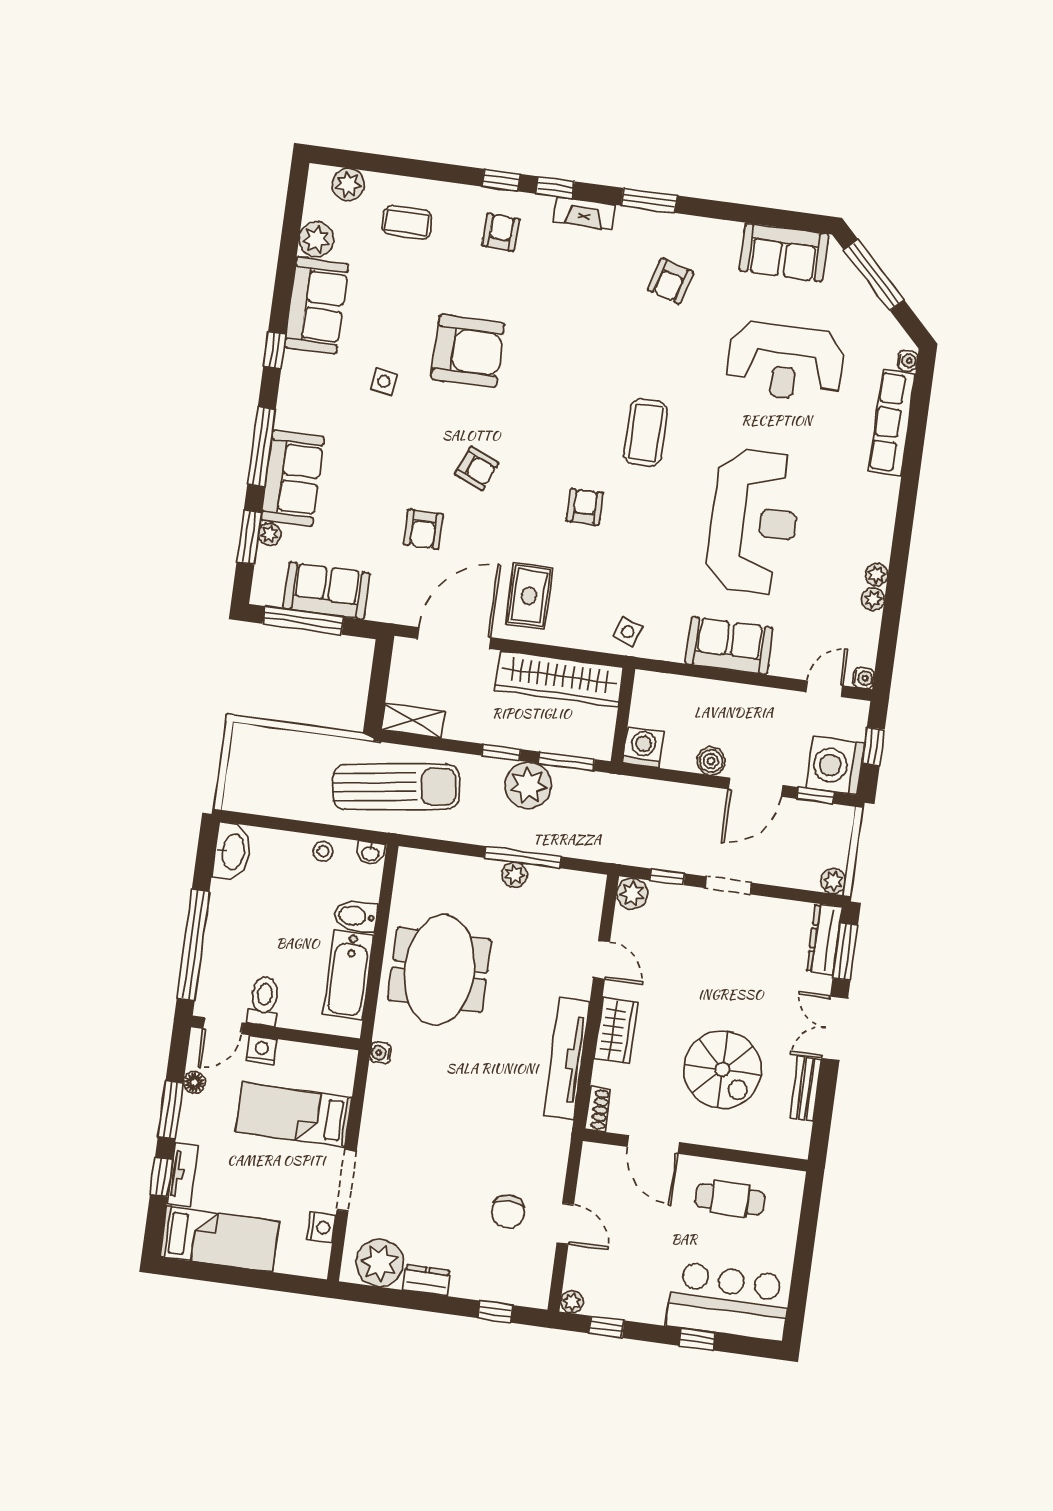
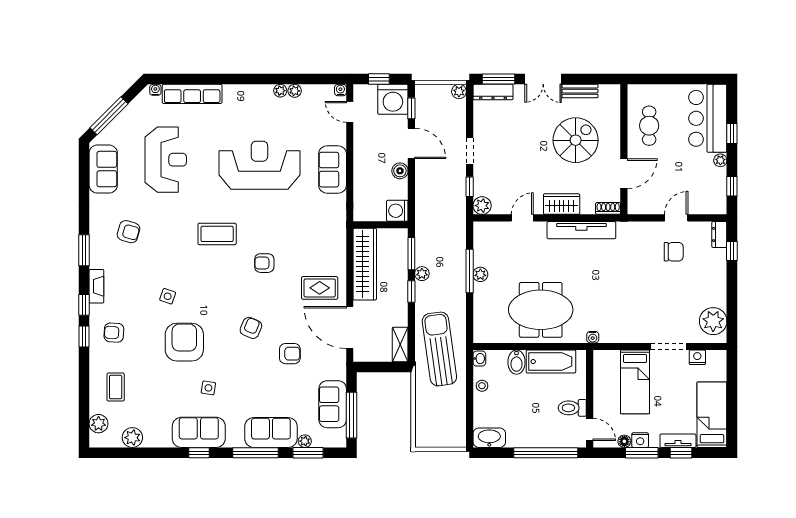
sofa: (316, 305) -> (199, 432), moved
side table: (628, 632) -> (168, 296), moved
plant: (528, 785) -> (422, 274), width x0.53, depth x0.53
nightstand: (262, 1050) -> (640, 440), moved, turned -90
dresser: (426, 1280) -> (719, 234), moved
plant: (572, 1302) -> (720, 160), moved

